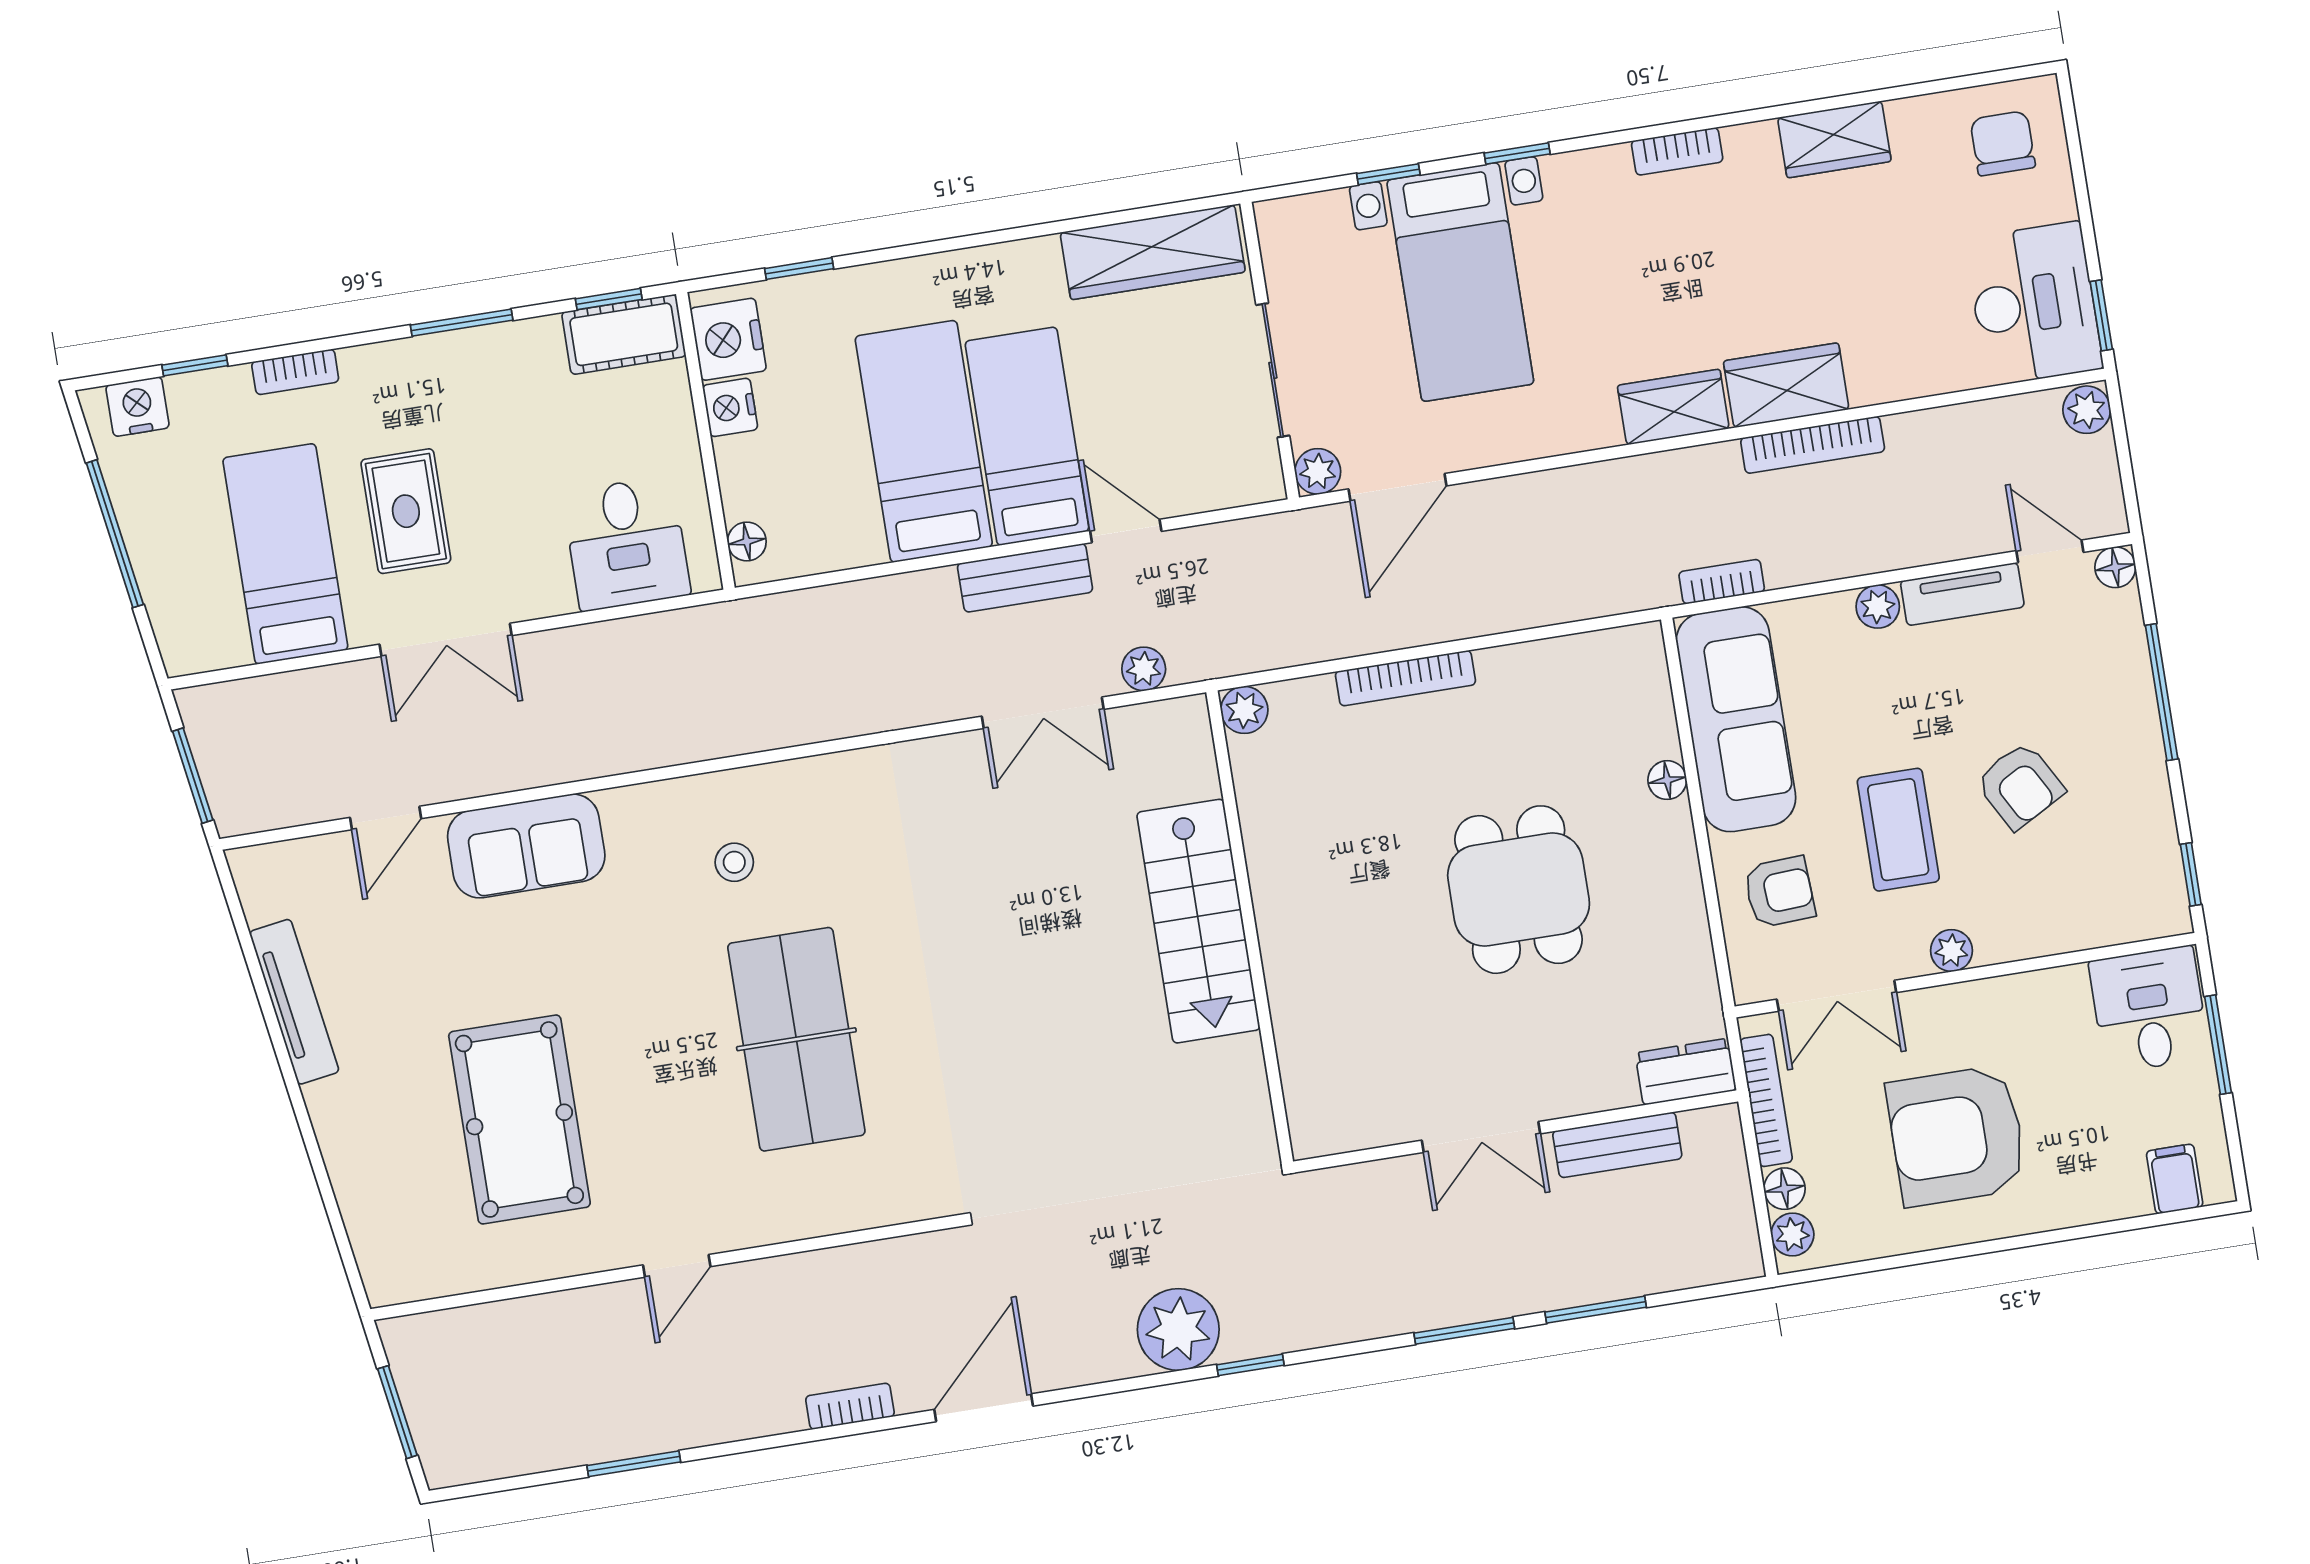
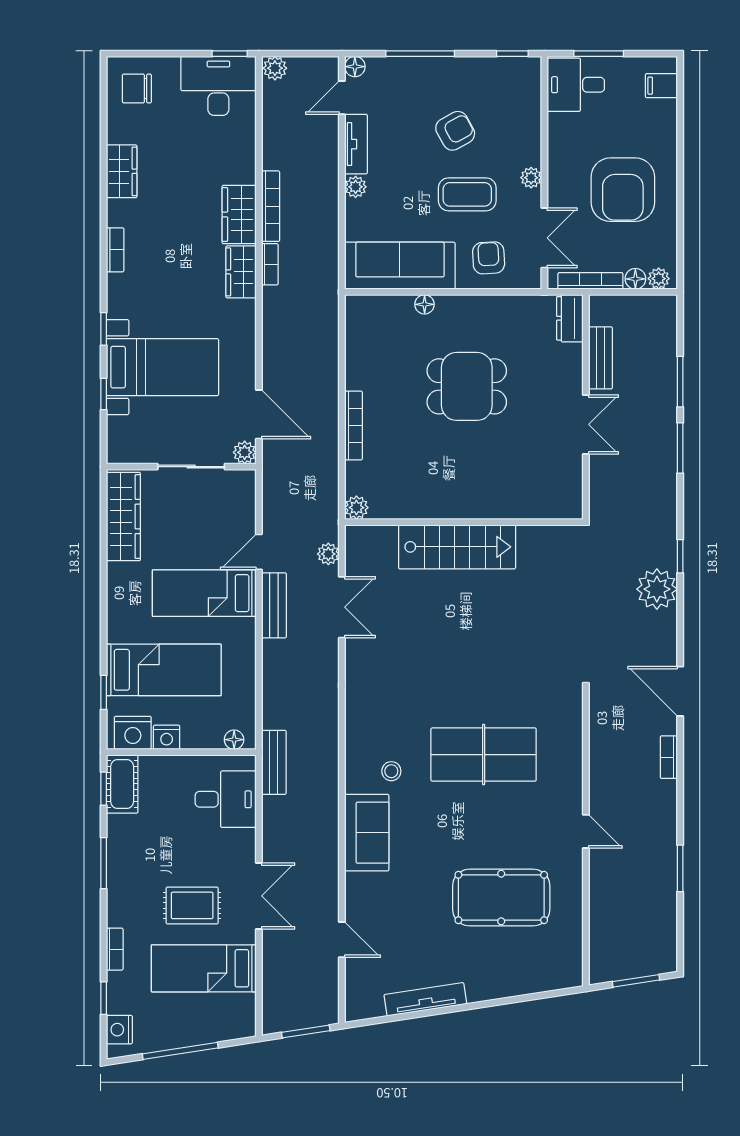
bed: (924, 441) -> (164, 670), moved, turned 180
bookcase: (1722, 582) -> (270, 264), moved, turned 180
bench: (715, 627) -> (274, 762), added
sofa: (526, 846) -> (367, 833), moved

